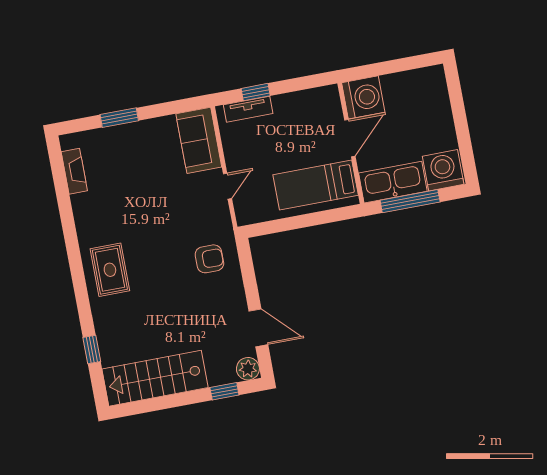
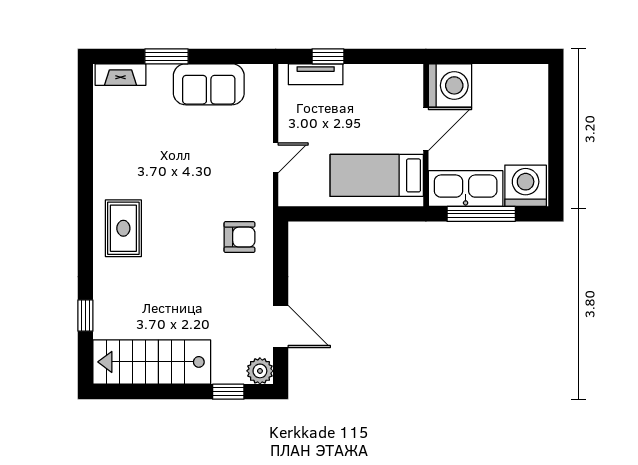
sofa: (199, 140) -> (209, 84), moved, turned -90
fireplace: (74, 171) -> (121, 75), moved, turned 90

